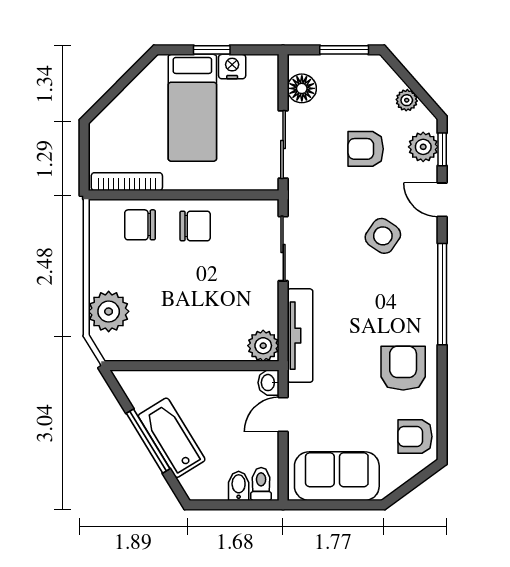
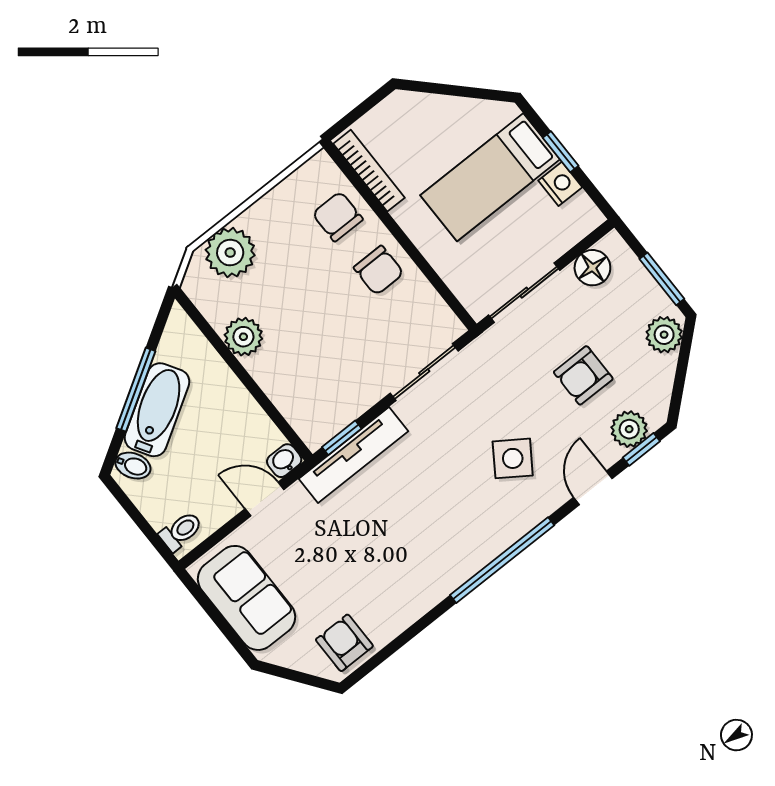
plant: (407, 100) -> (664, 335), moved, width x1.38, depth x1.38
armchair: (366, 149) -> (583, 375), turned -90
window: (283, 334) -> (342, 438), added
plant: (263, 346) -> (243, 337), moved
armchair: (403, 368) -> (401, 579), removed
bidet: (239, 486) -> (133, 466), moved, turned 59

